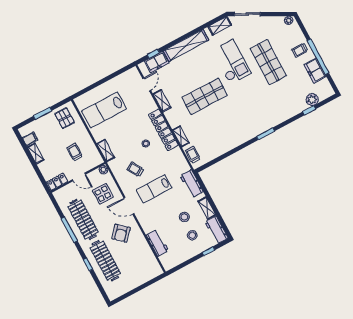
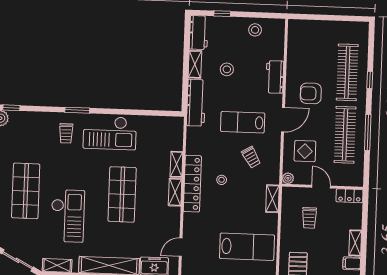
checkout: (232, 62) -> (68, 216), turned 180
shop shelf: (205, 96) -> (122, 194), turned 90
shelving: (162, 101) -> (175, 192), moved
checkout: (236, 131) -> (110, 133), added
trolley: (193, 155) -> (66, 133), moved
workbench: (192, 184) -> (196, 103), width x1.38
lab bench: (154, 189) -> (243, 122), turned 180
door: (129, 206) -> (283, 120), hinge flipped
armchair: (121, 233) -> (311, 93), turned -132
stool: (192, 235) -> (255, 30), moved
workbench: (157, 243) -> (275, 77), moved

